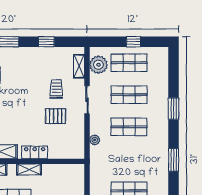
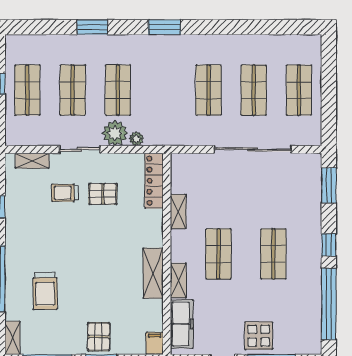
plant: (99, 65) -> (115, 133), moved
pallet: (56, 116) -> (103, 194), turned 90
locker: (35, 152) -> (154, 181), moved, width x1.53
shelving: (29, 169) -> (178, 211), moved

